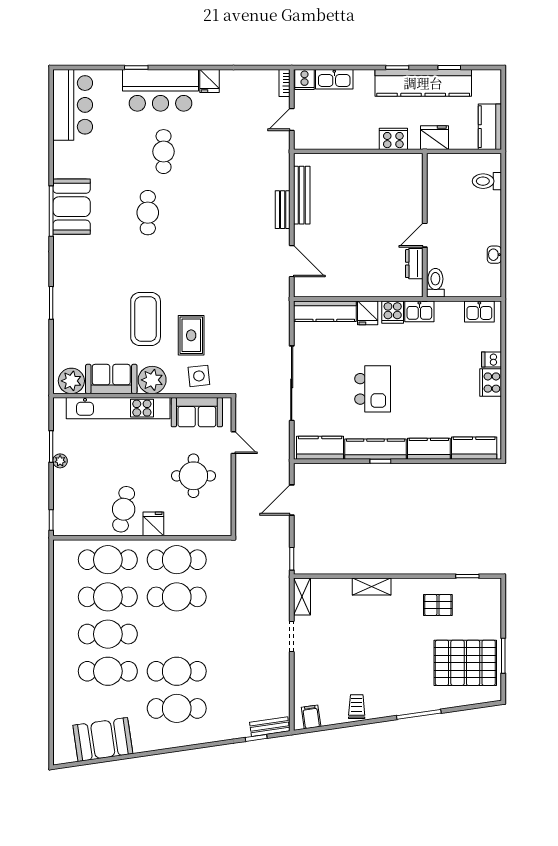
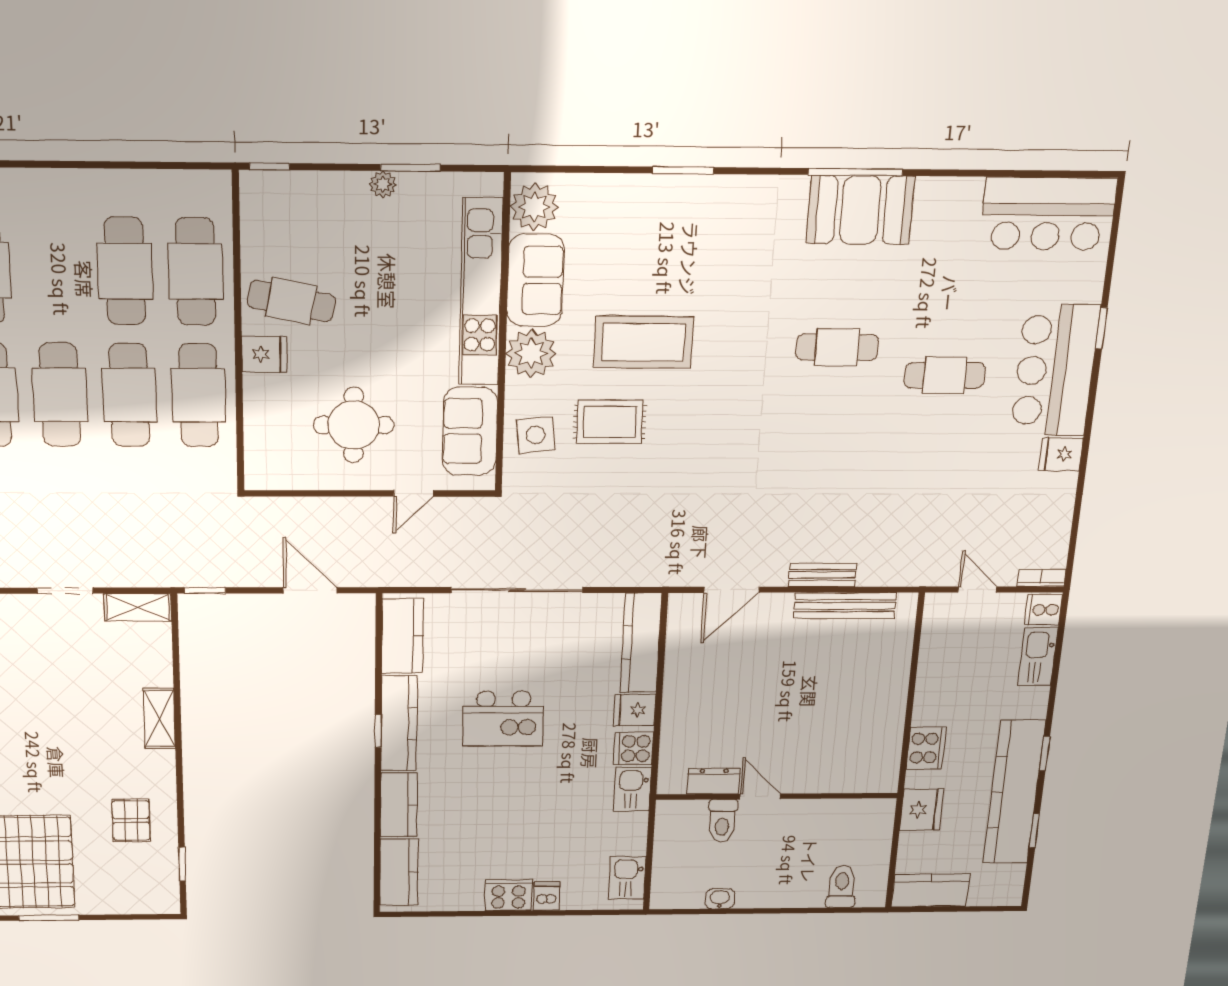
toilet: (435, 283) -> (722, 821), moved, turned 90
cafe table: (108, 634) -> (60, 395), moved

